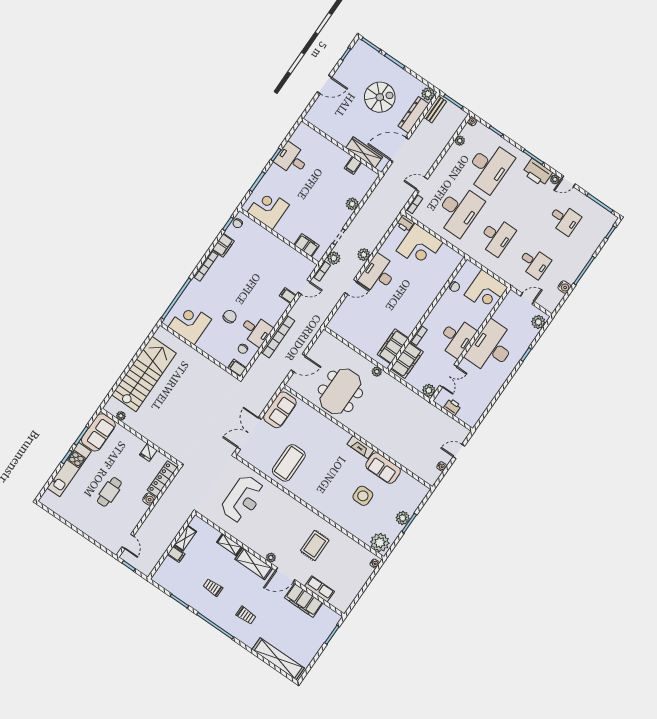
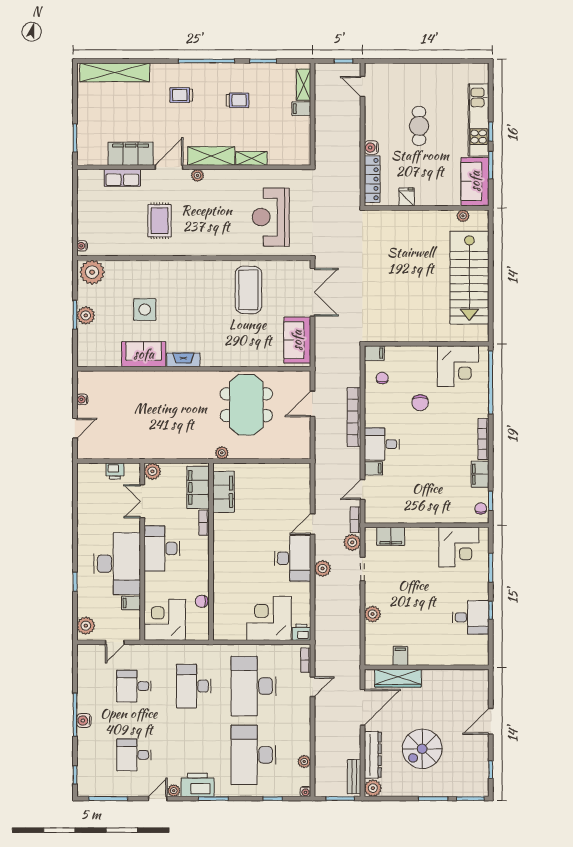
water cooler: (564, 287) -> (84, 721), moved
filing cabinet: (500, 317) -> (131, 603), added
desk: (256, 330) -> (382, 444), moved
shelving: (185, 538) -> (304, 85), moved

